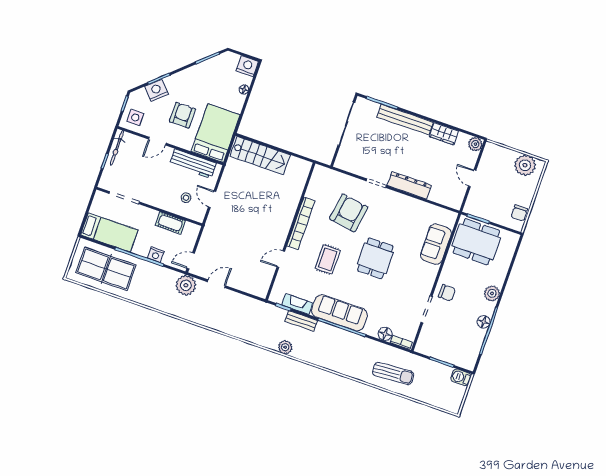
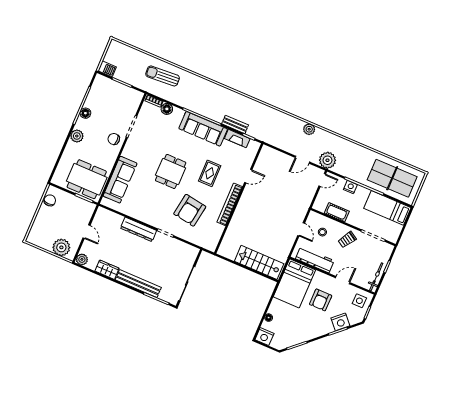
plant: (525, 165) -> (61, 247), moved
trolley: (155, 191) -> (347, 240), added
sofa: (436, 244) -> (120, 180), width x1.36
plant: (285, 347) -> (309, 129), moved

